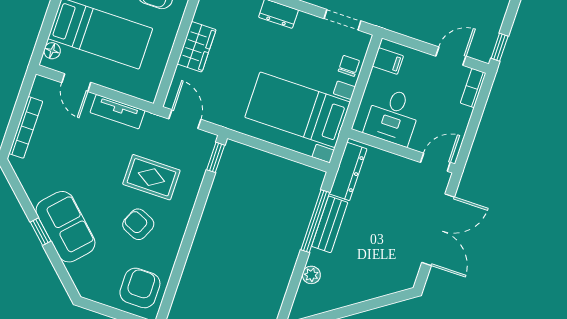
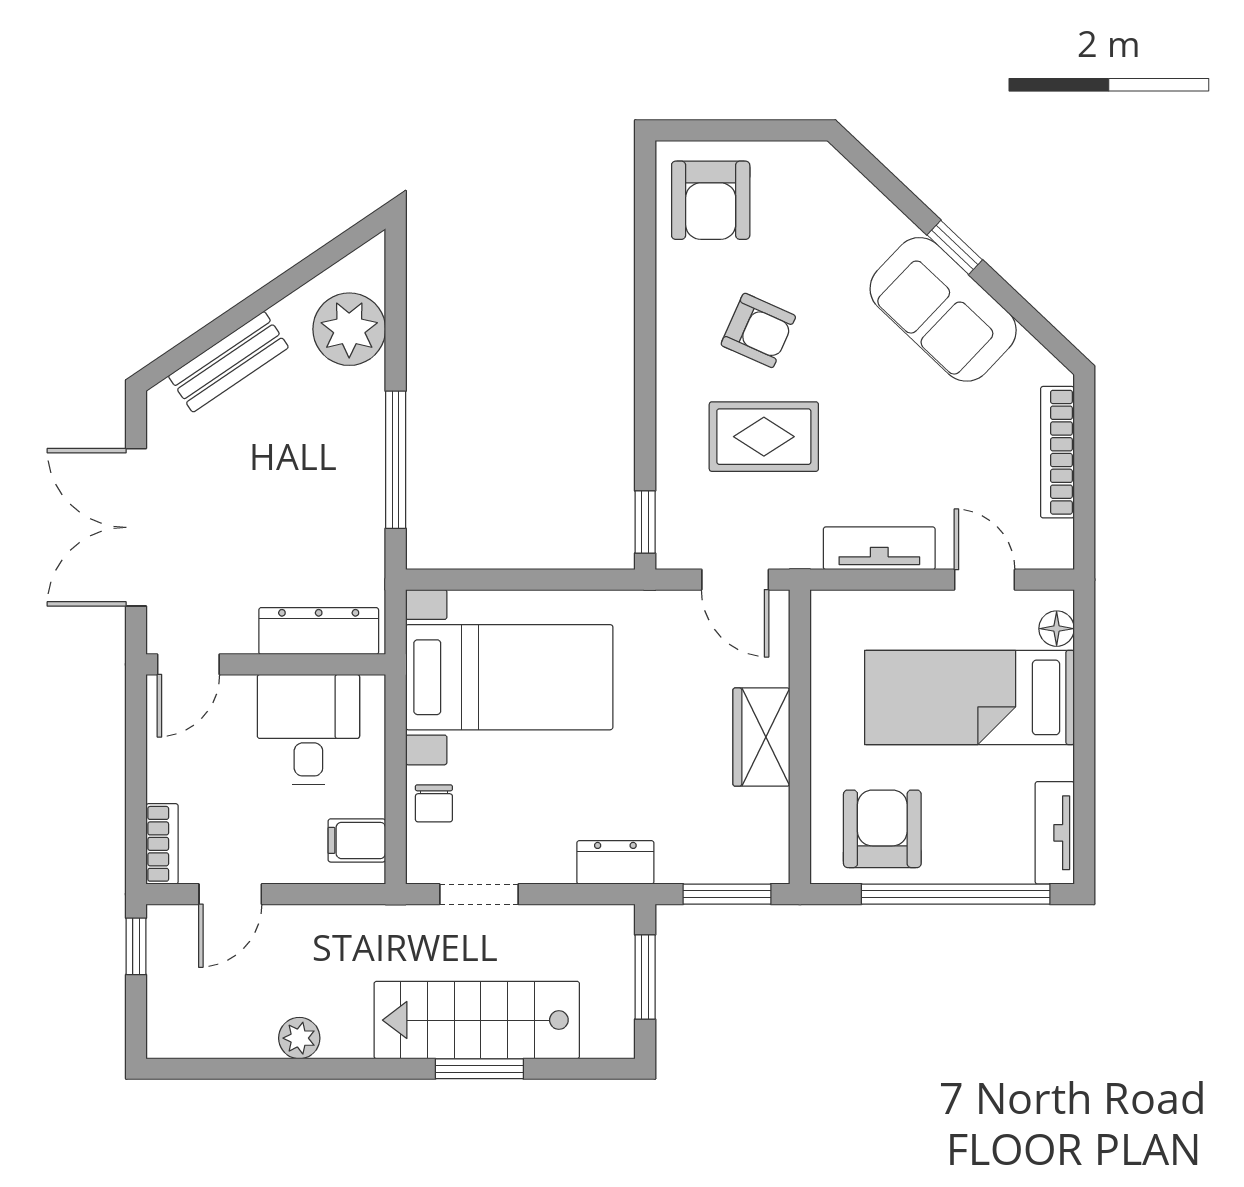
dresser: (348, 171) -> (319, 631), moved, turned 90
bench: (330, 224) -> (228, 362), moved, turned 56
sofa: (65, 227) -> (943, 309), moved
plant: (311, 275) -> (349, 329), width x1.88, depth x1.88

